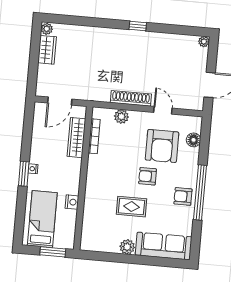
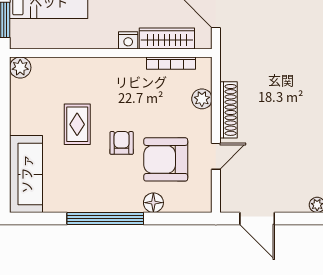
floor lamp: (193, 140) -> (153, 203), moved
armchair: (183, 196) -> (98, 195), removed
nightstand: (72, 202) -> (128, 40), moved
plant: (127, 247) -> (20, 68), moved

